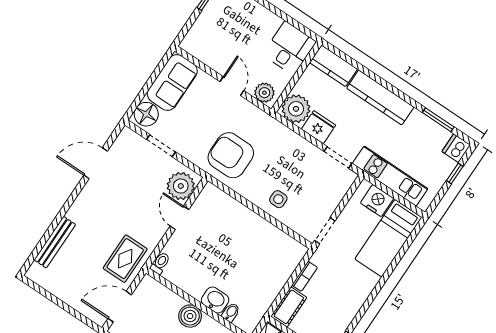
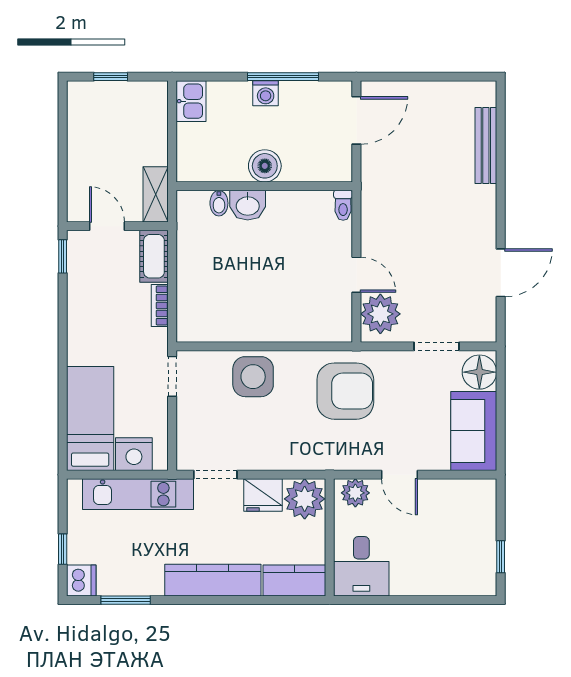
side table: (278, 199) -> (253, 377), width x1.87, depth x1.87
rug: (125, 259) -> (389, 182), removed

